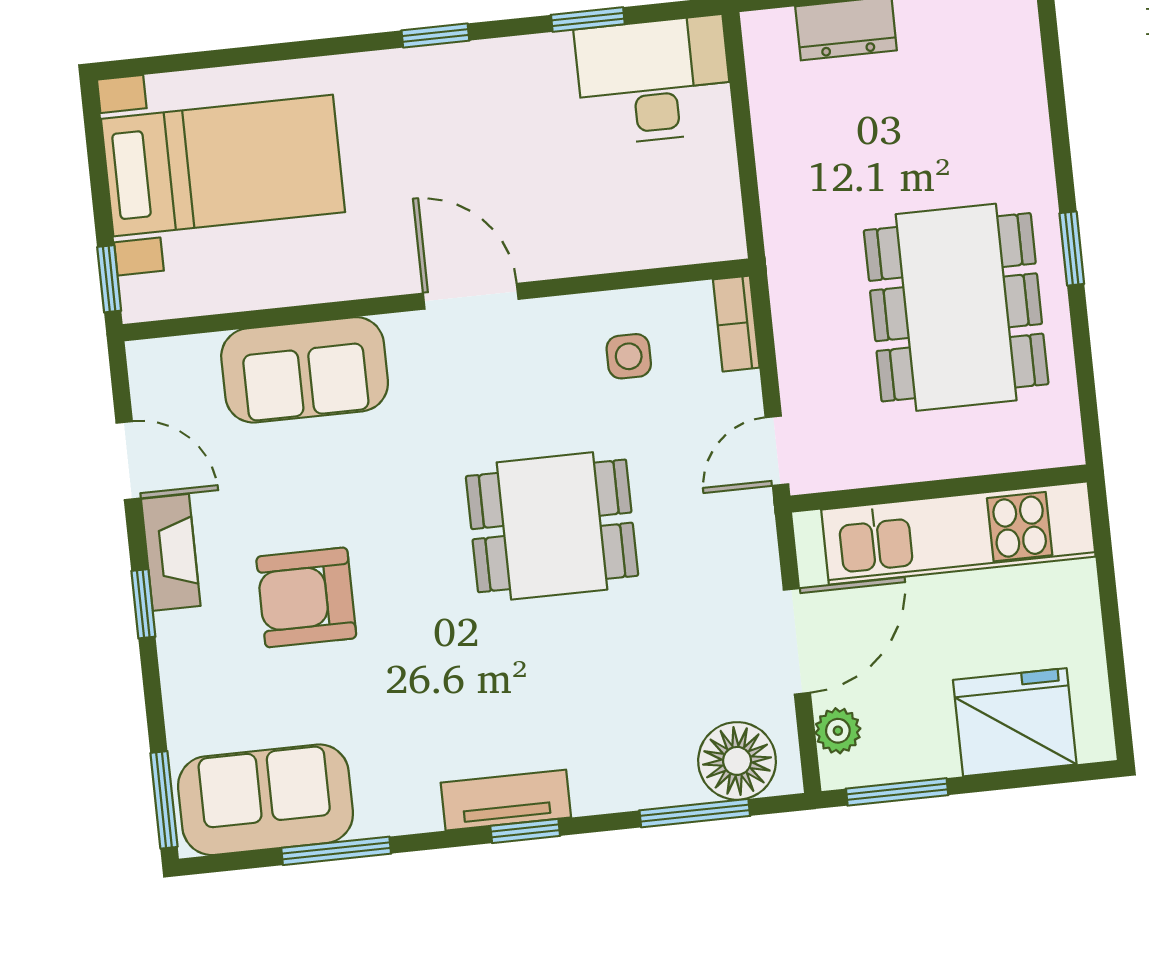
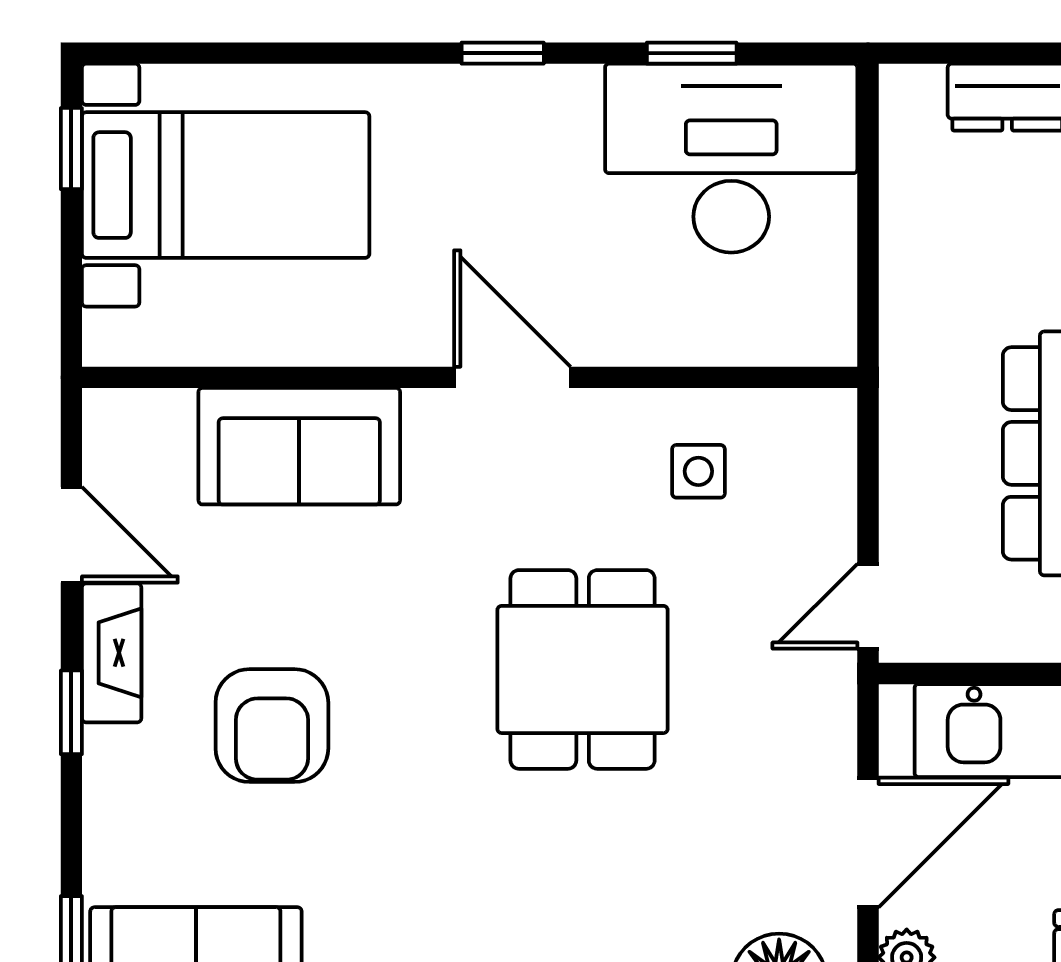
desk: (654, 80) -> (731, 158), width x1.36, depth x1.30
window: (109, 279) -> (71, 149), moved
bookcase: (736, 324) -> (835, 445), removed
dining table: (552, 526) -> (583, 669), turned 90
armchair: (306, 597) -> (272, 726), turned -90

